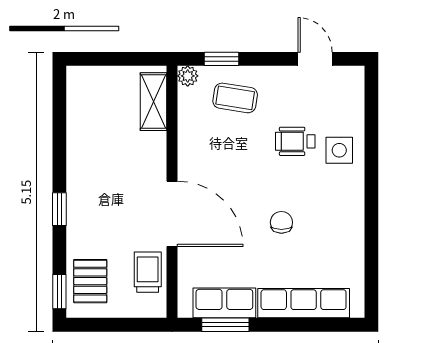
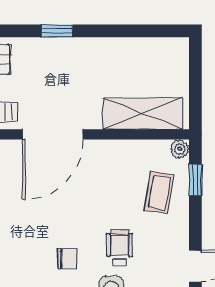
shelving: (154, 102) -> (143, 113), width x1.50, depth x1.33
chair: (281, 222) -> (67, 259), moved

